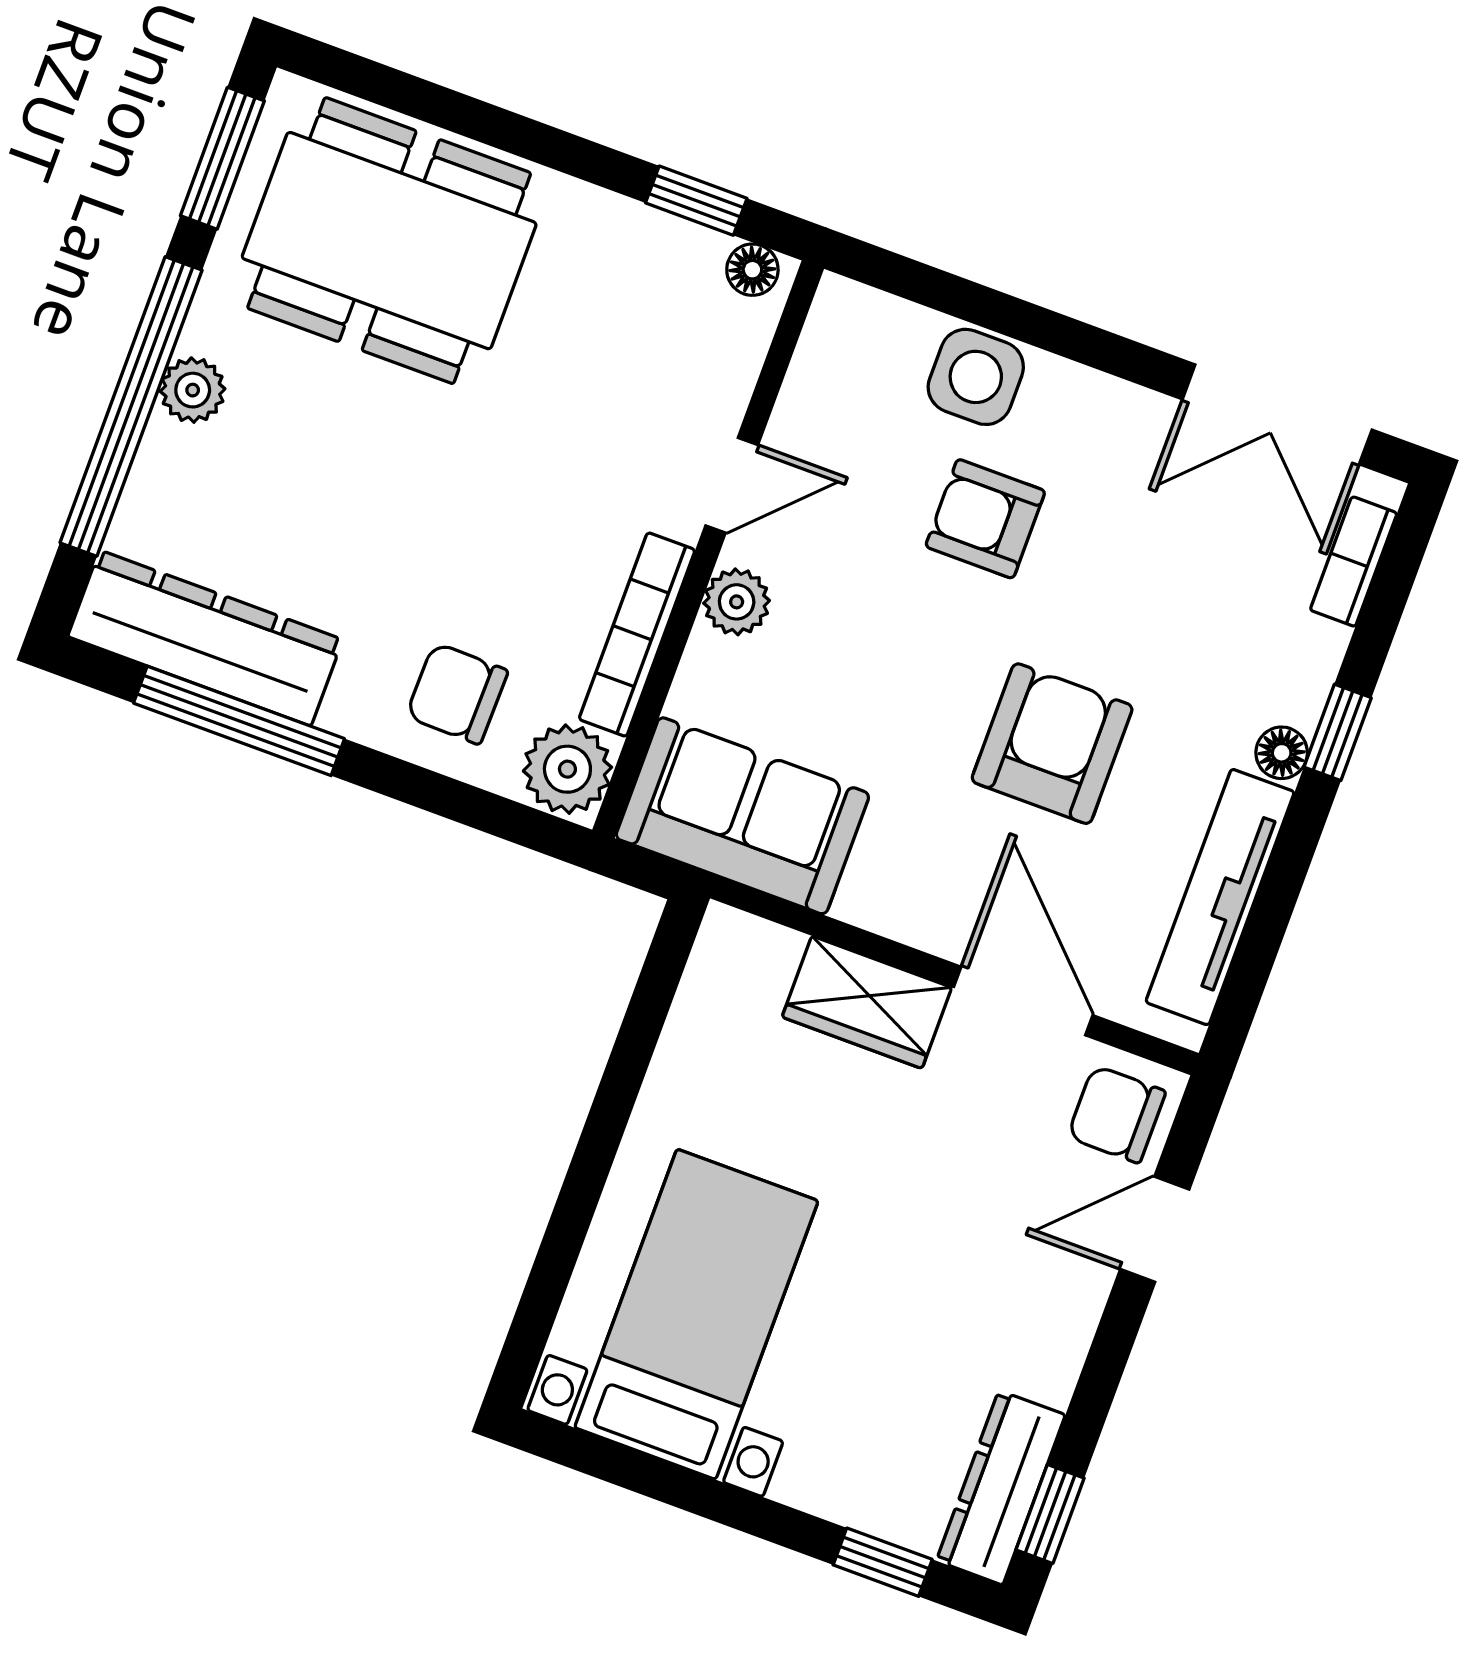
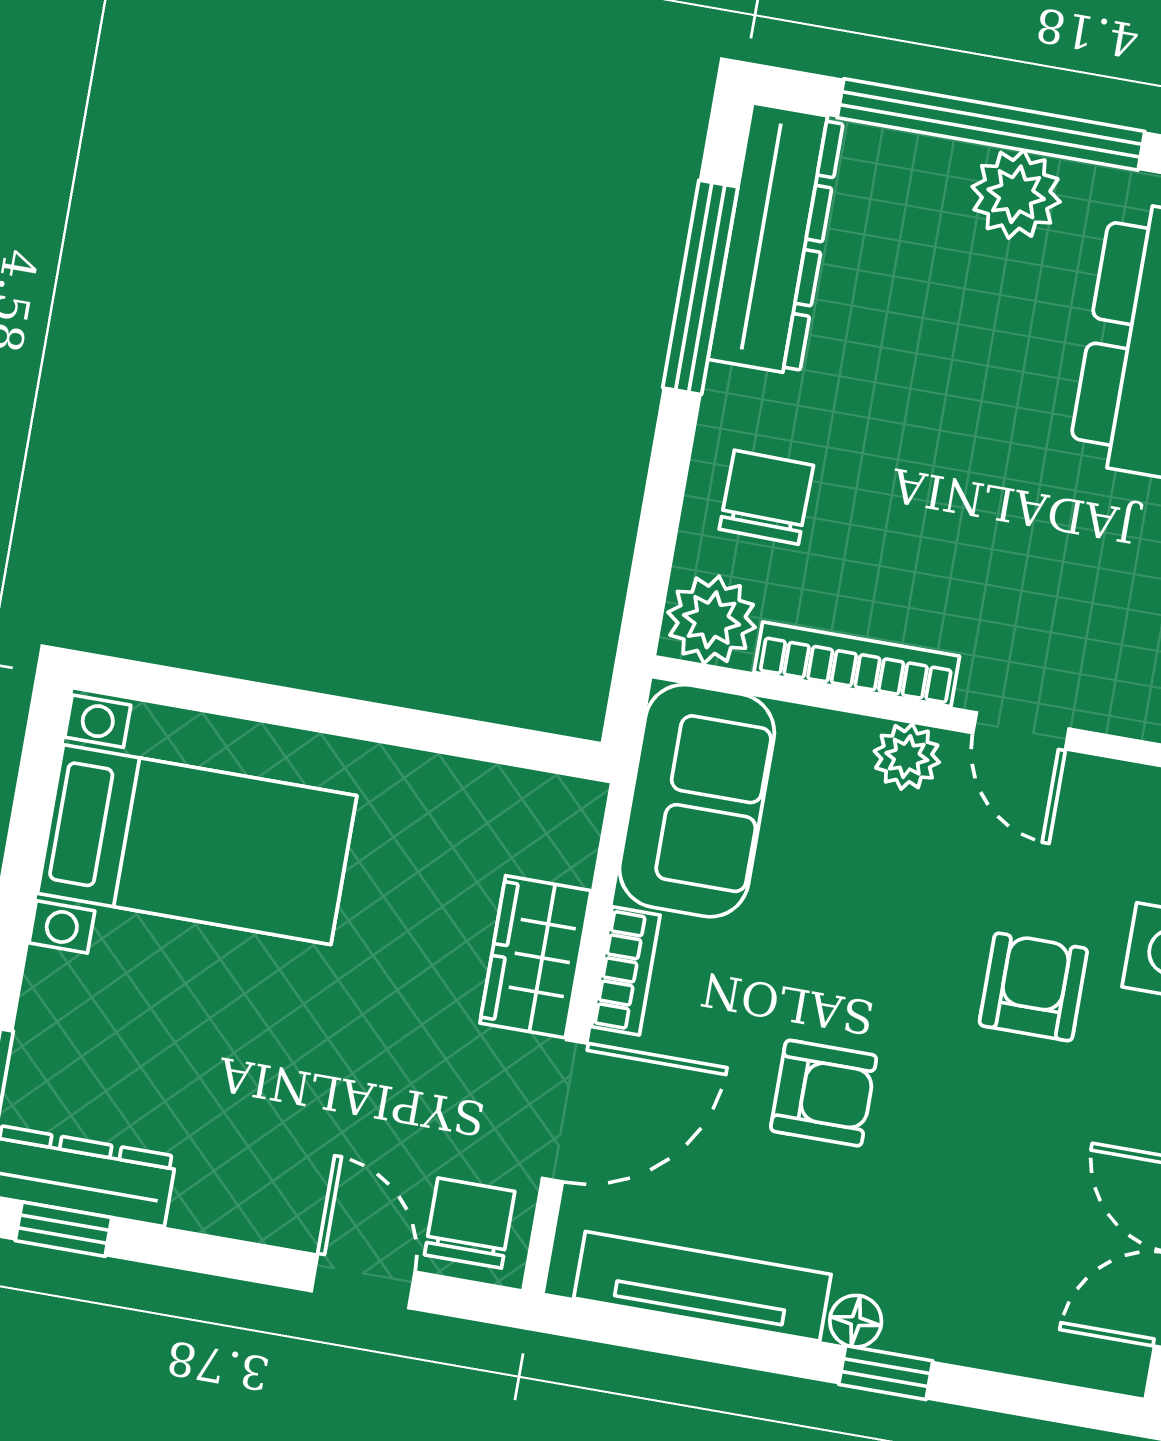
plant: (193, 390) -> (1016, 194), width x1.38, depth x1.38
bookcase: (1354, 562) -> (626, 971), moved, turned 90
armchair: (1052, 744) -> (824, 1093), width x0.72, depth x0.72

